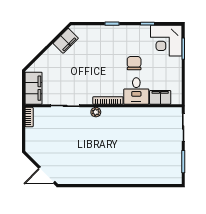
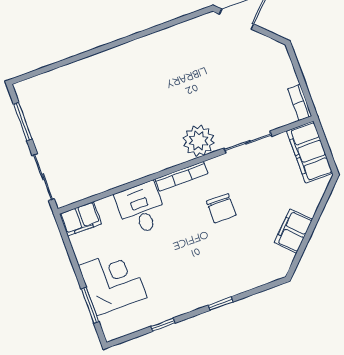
filing cabinet: (66, 41) -> (293, 231), moved
corner desk: (166, 41) -> (113, 281), moved
chair: (134, 63) -> (221, 208), moved
filing cabinet: (160, 97) -> (80, 219), moved
plant: (96, 112) -> (199, 141), width x1.88, depth x1.88

